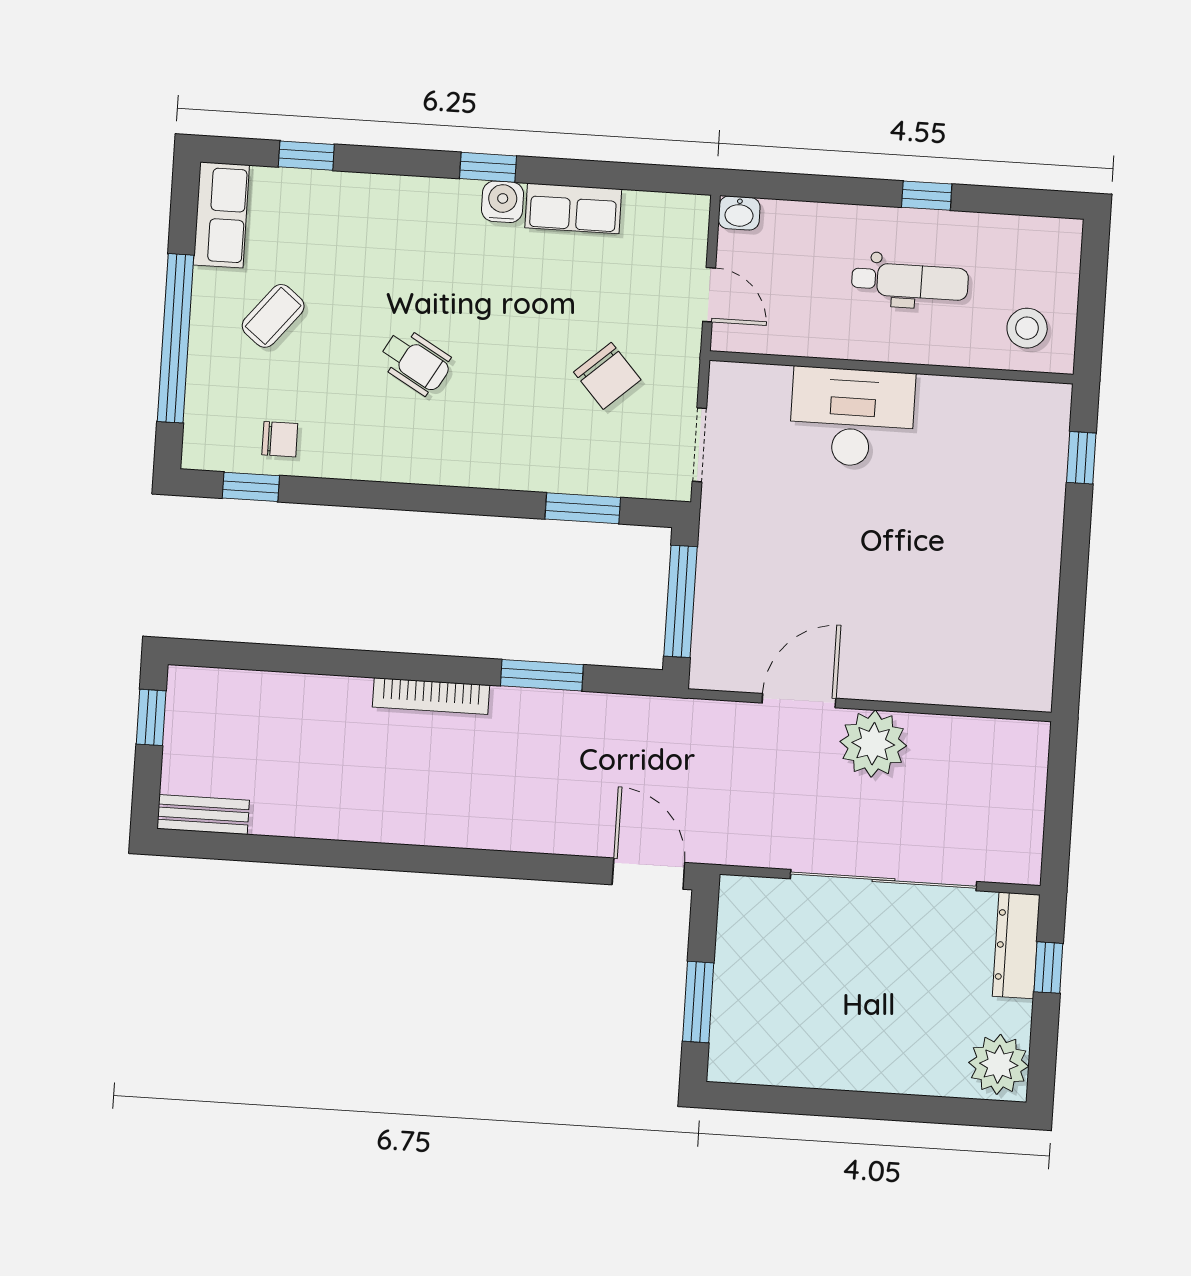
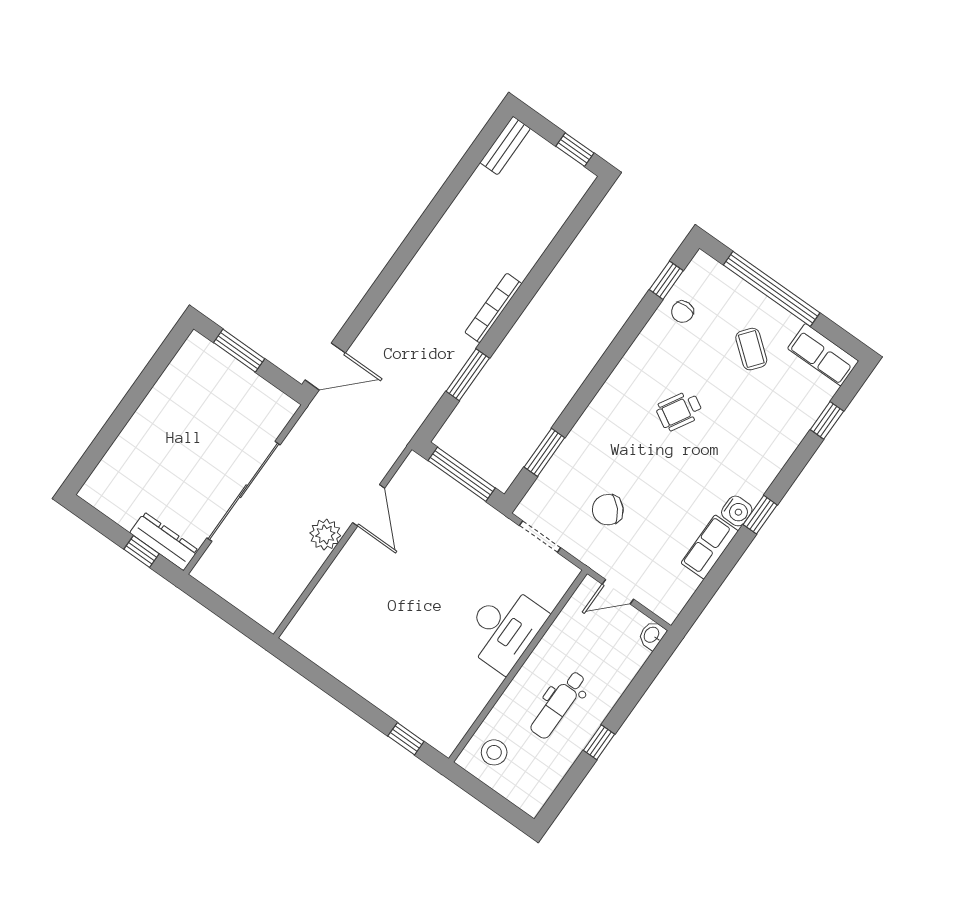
plant: (873, 744) -> (325, 534), width x0.73, depth x0.73
plant: (999, 1064) -> (106, 492), removed

